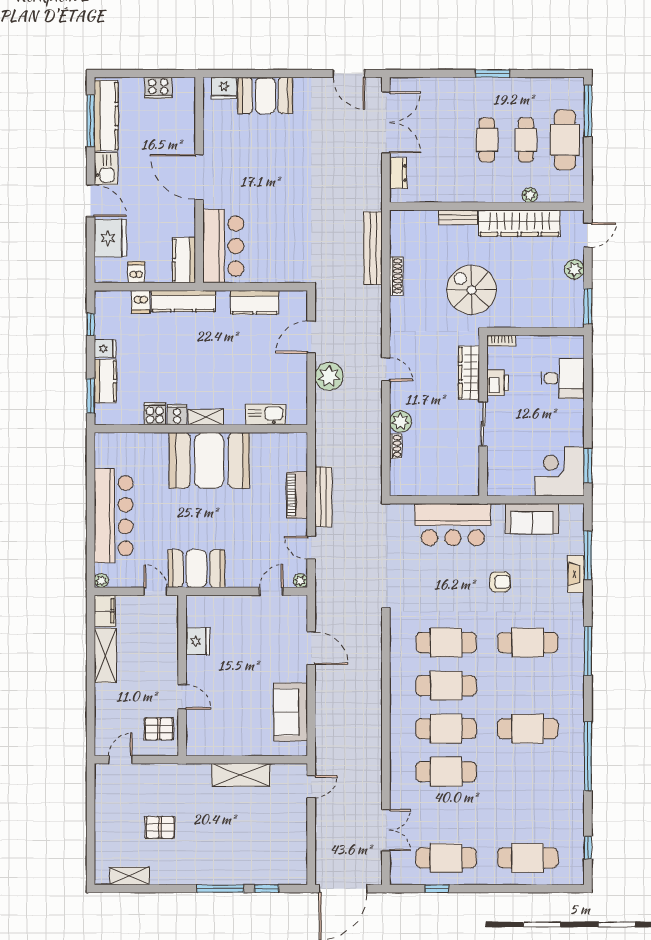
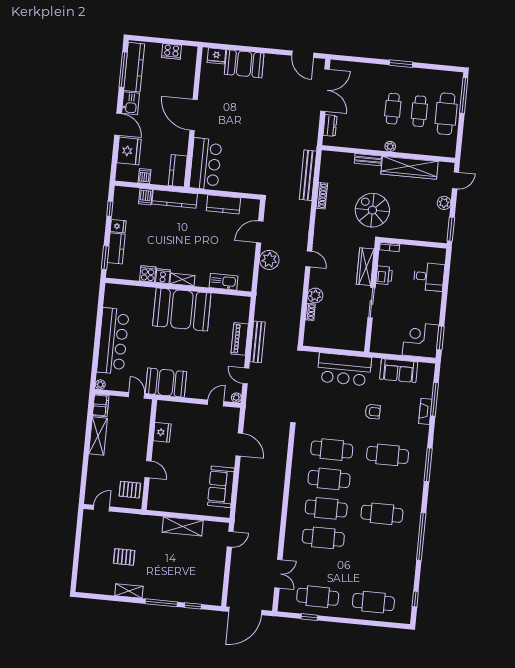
plant: (530, 195) -> (390, 146), moved
shelving: (129, 876) -> (129, 591), moved

